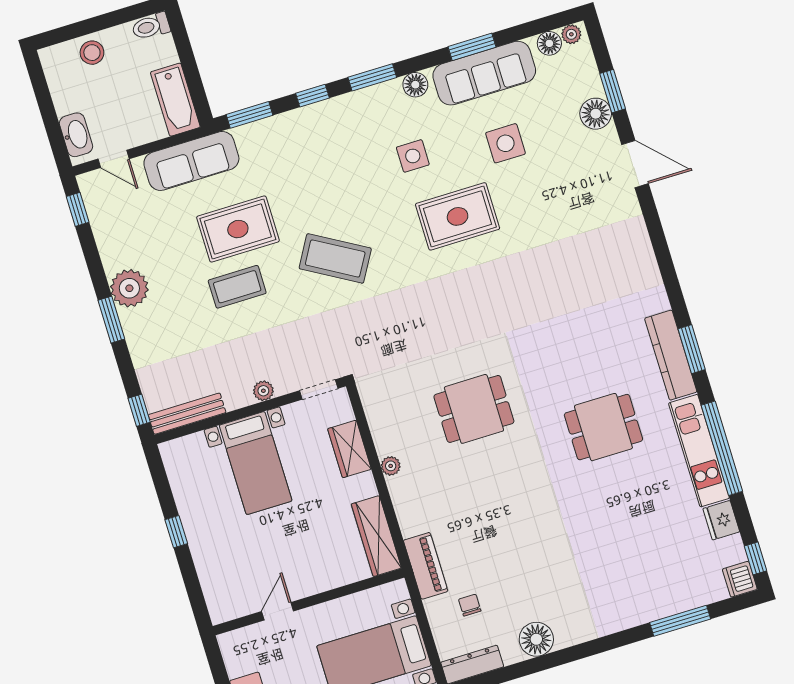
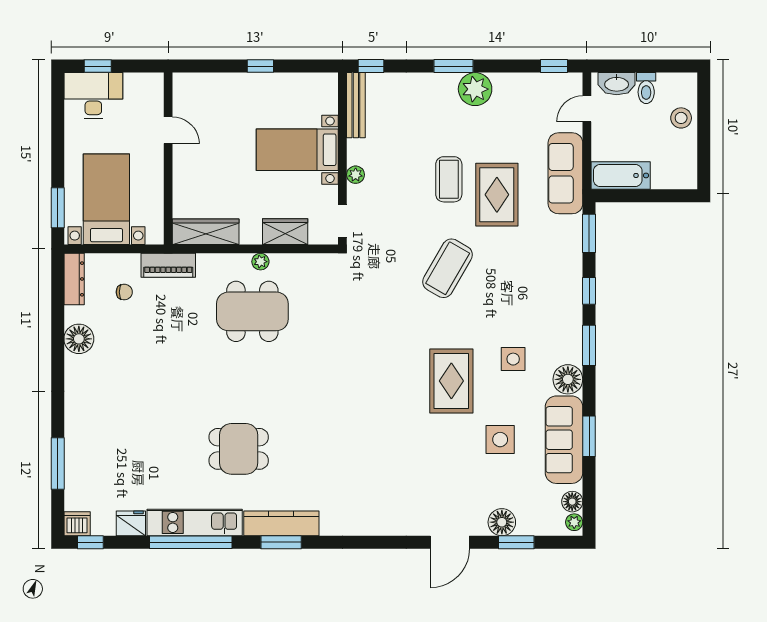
toilet: (151, 26) -> (646, 88), moved, turned 180
floor lamp: (415, 85) -> (568, 379), width x1.38, depth x1.38
dining table: (474, 409) -> (252, 311), moved, width x1.38
dining table: (603, 427) -> (239, 449), turned 90

